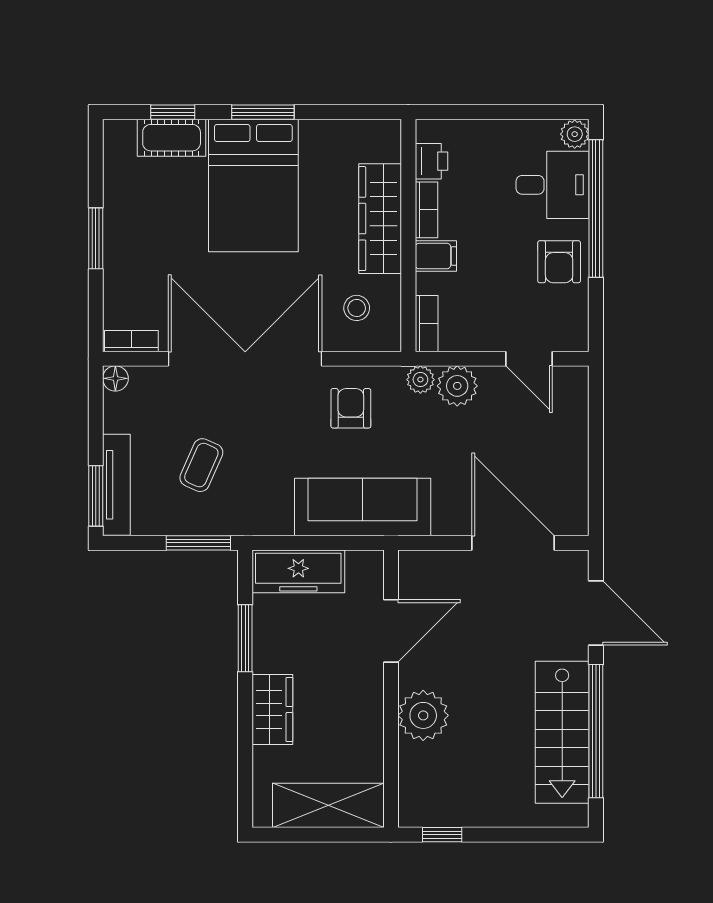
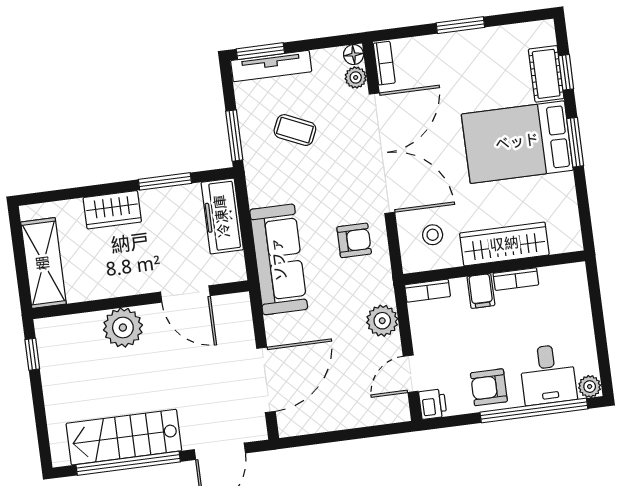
printer: (432, 161) -> (433, 404), moved, turned -90
plant: (420, 380) -> (356, 77), moved

